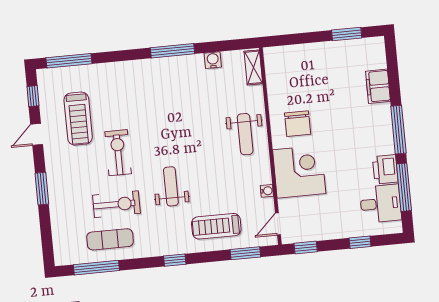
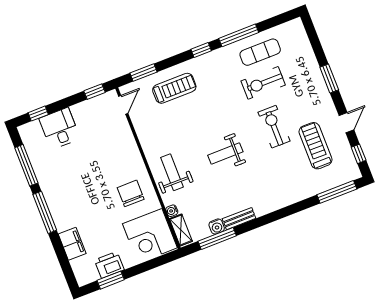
window: (172, 51) -> (217, 239), moved
bench: (185, 62) -> (239, 219), added
exercise bike: (118, 153) -> (274, 127), turned 180
printer: (385, 169) -> (109, 265), moved, turned -90
corner desk: (299, 172) -> (150, 236), moved
weight bench: (171, 186) -> (225, 153), moved, turned 90
water cooler: (267, 191) -> (172, 211), moved
desk: (381, 204) -> (60, 128), moved, turned 90
window: (360, 242) -> (38, 114), moved
window: (96, 268) -> (239, 35), moved

